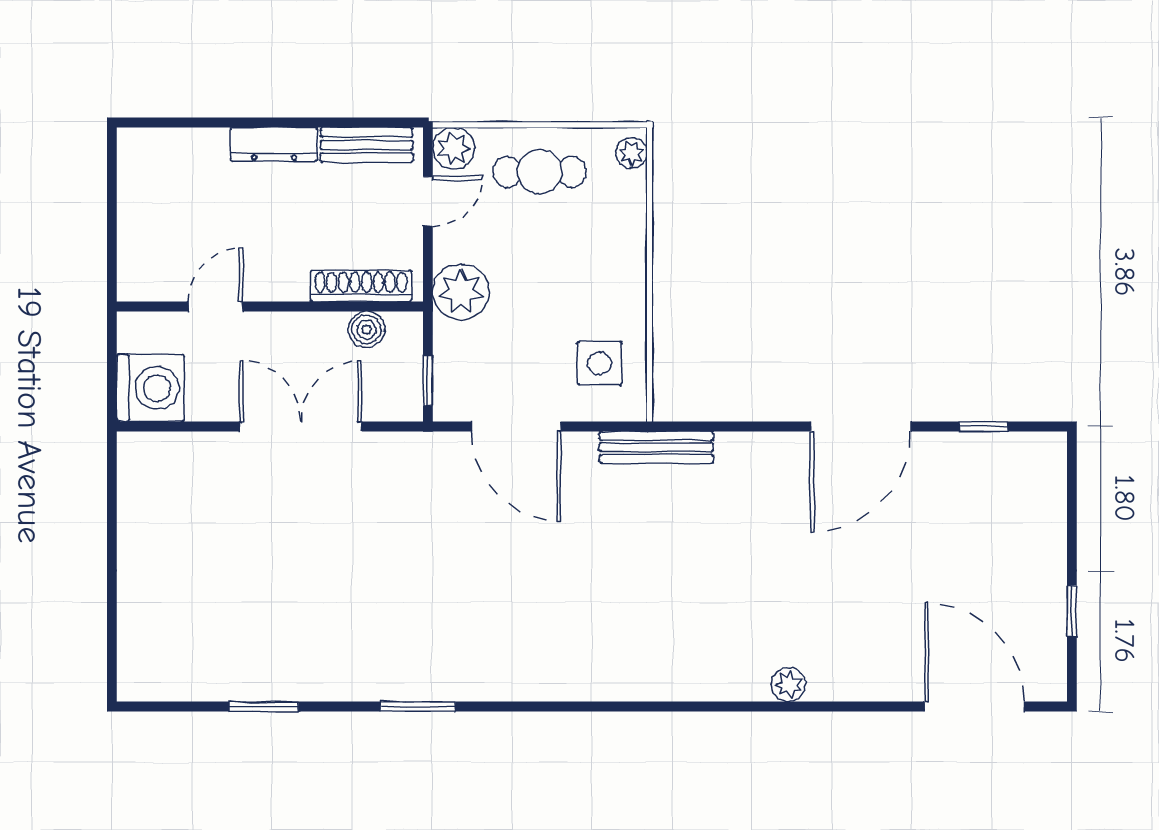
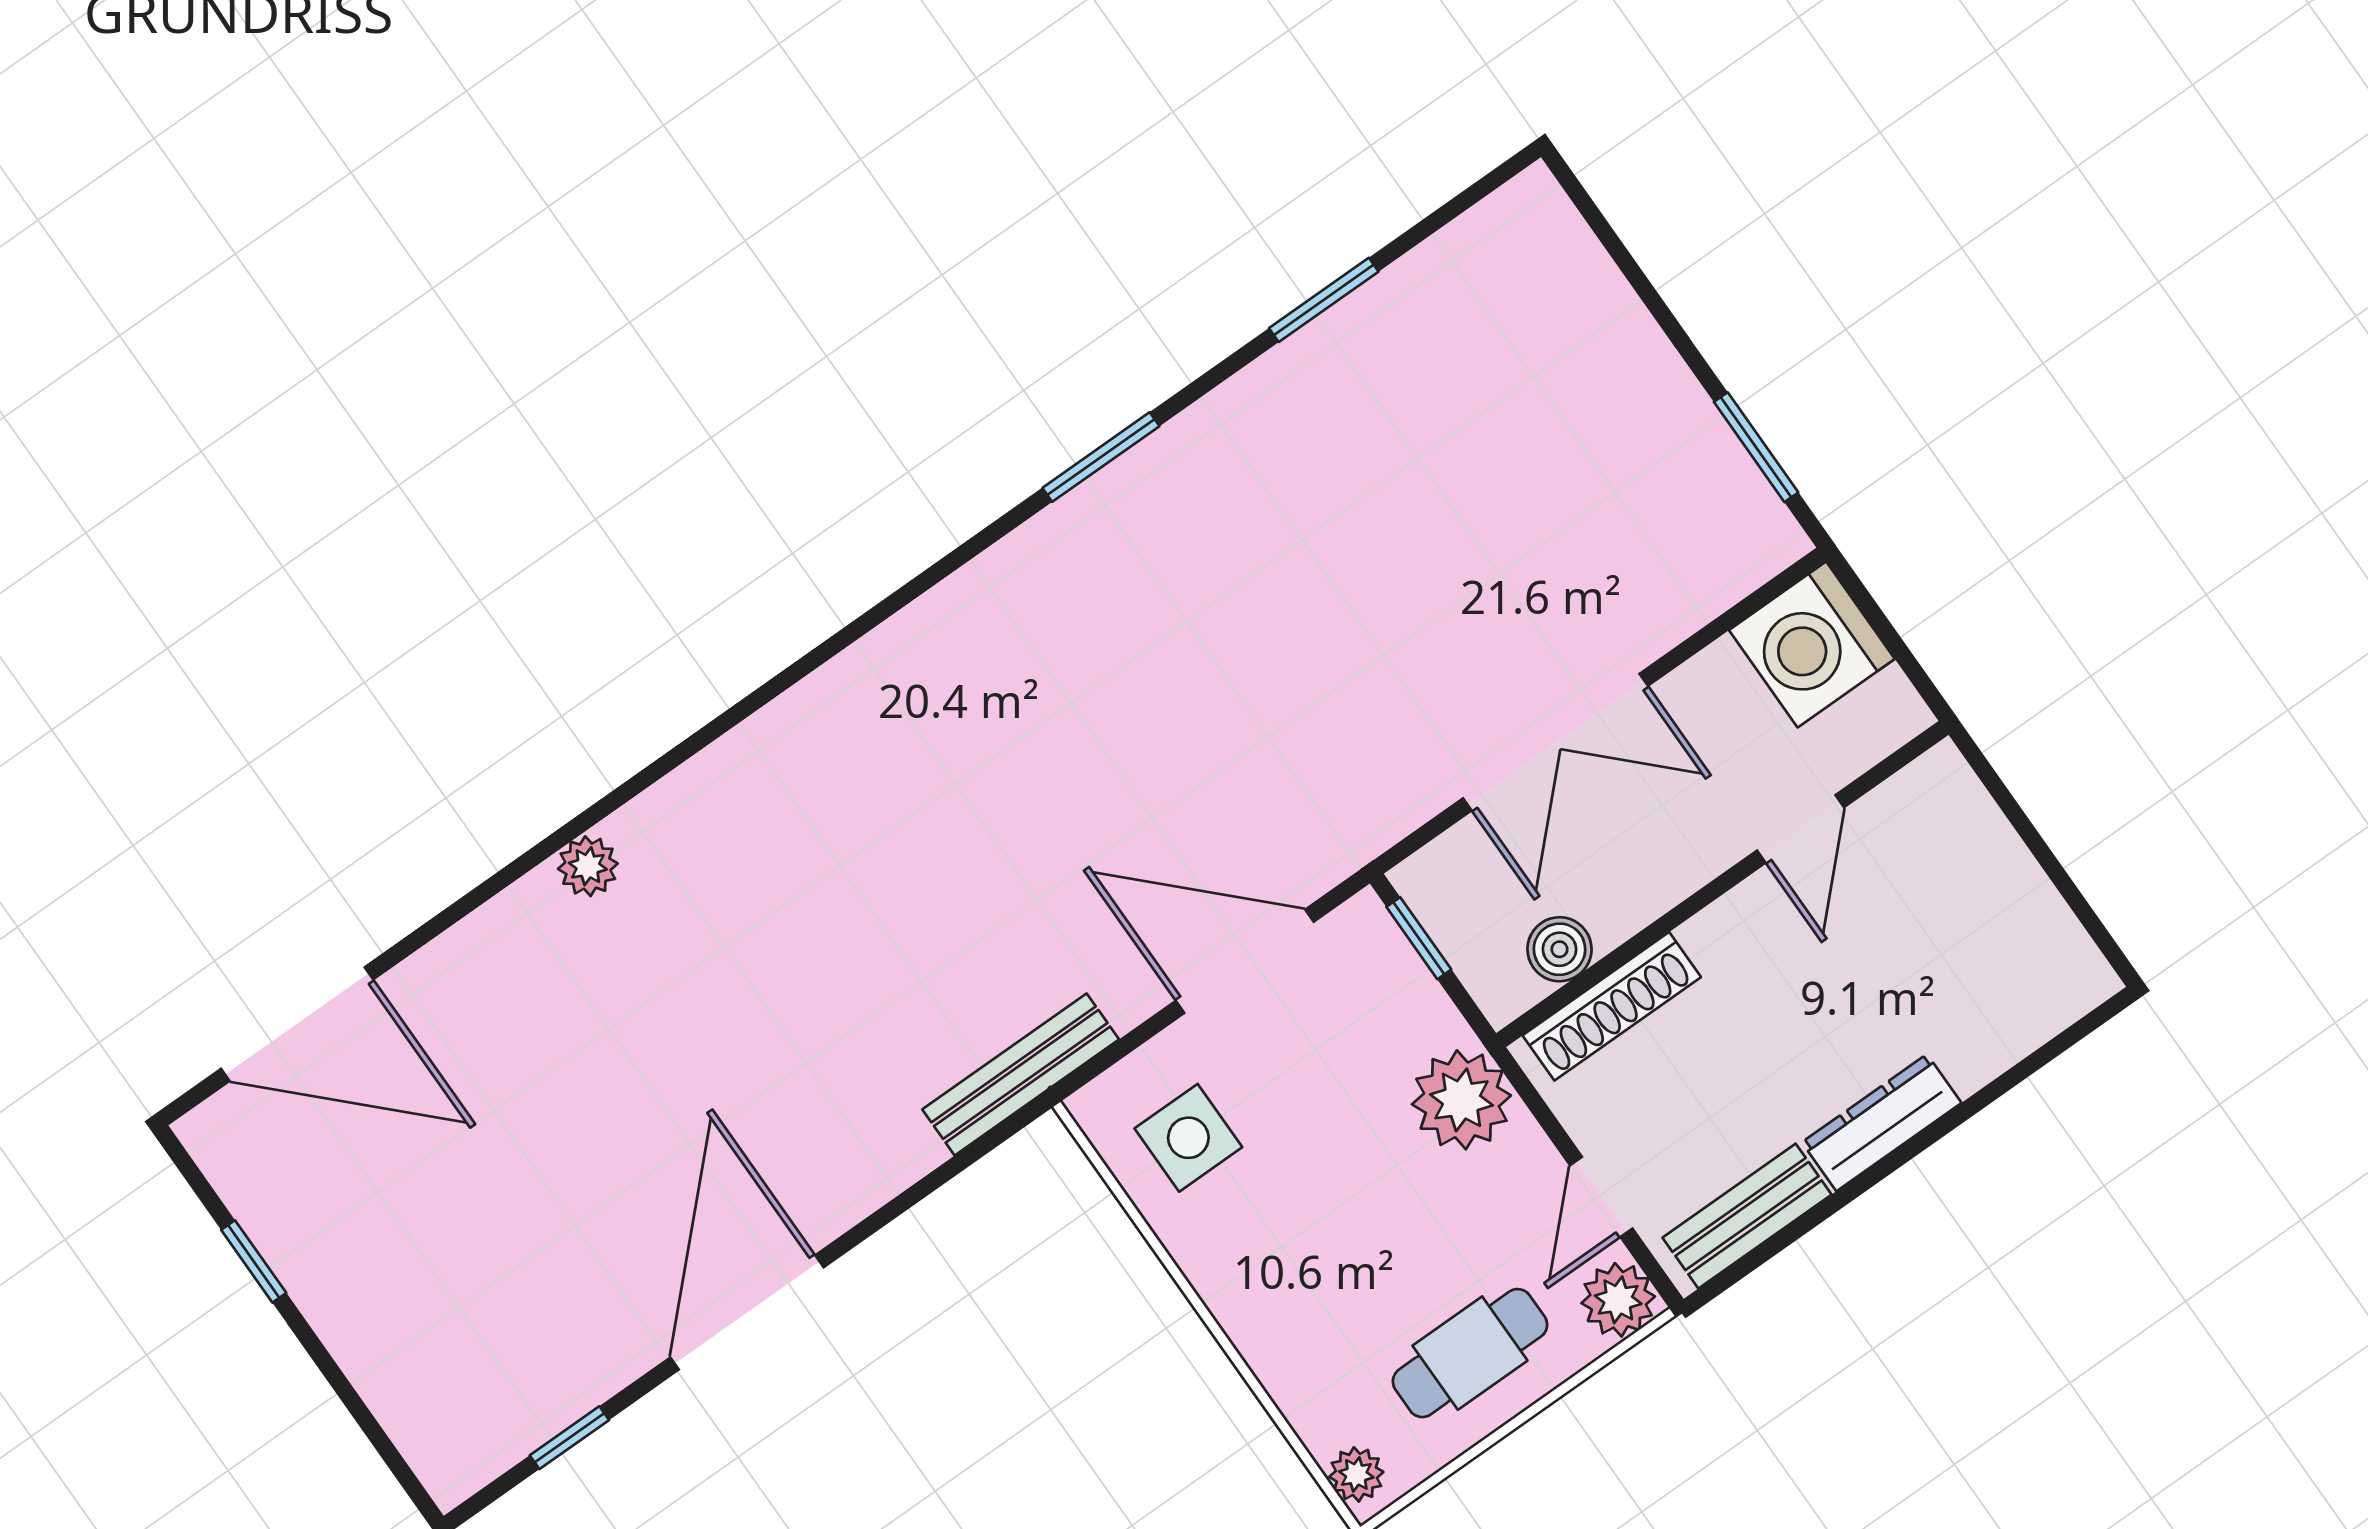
window: (112, 497) -> (1756, 447), added

